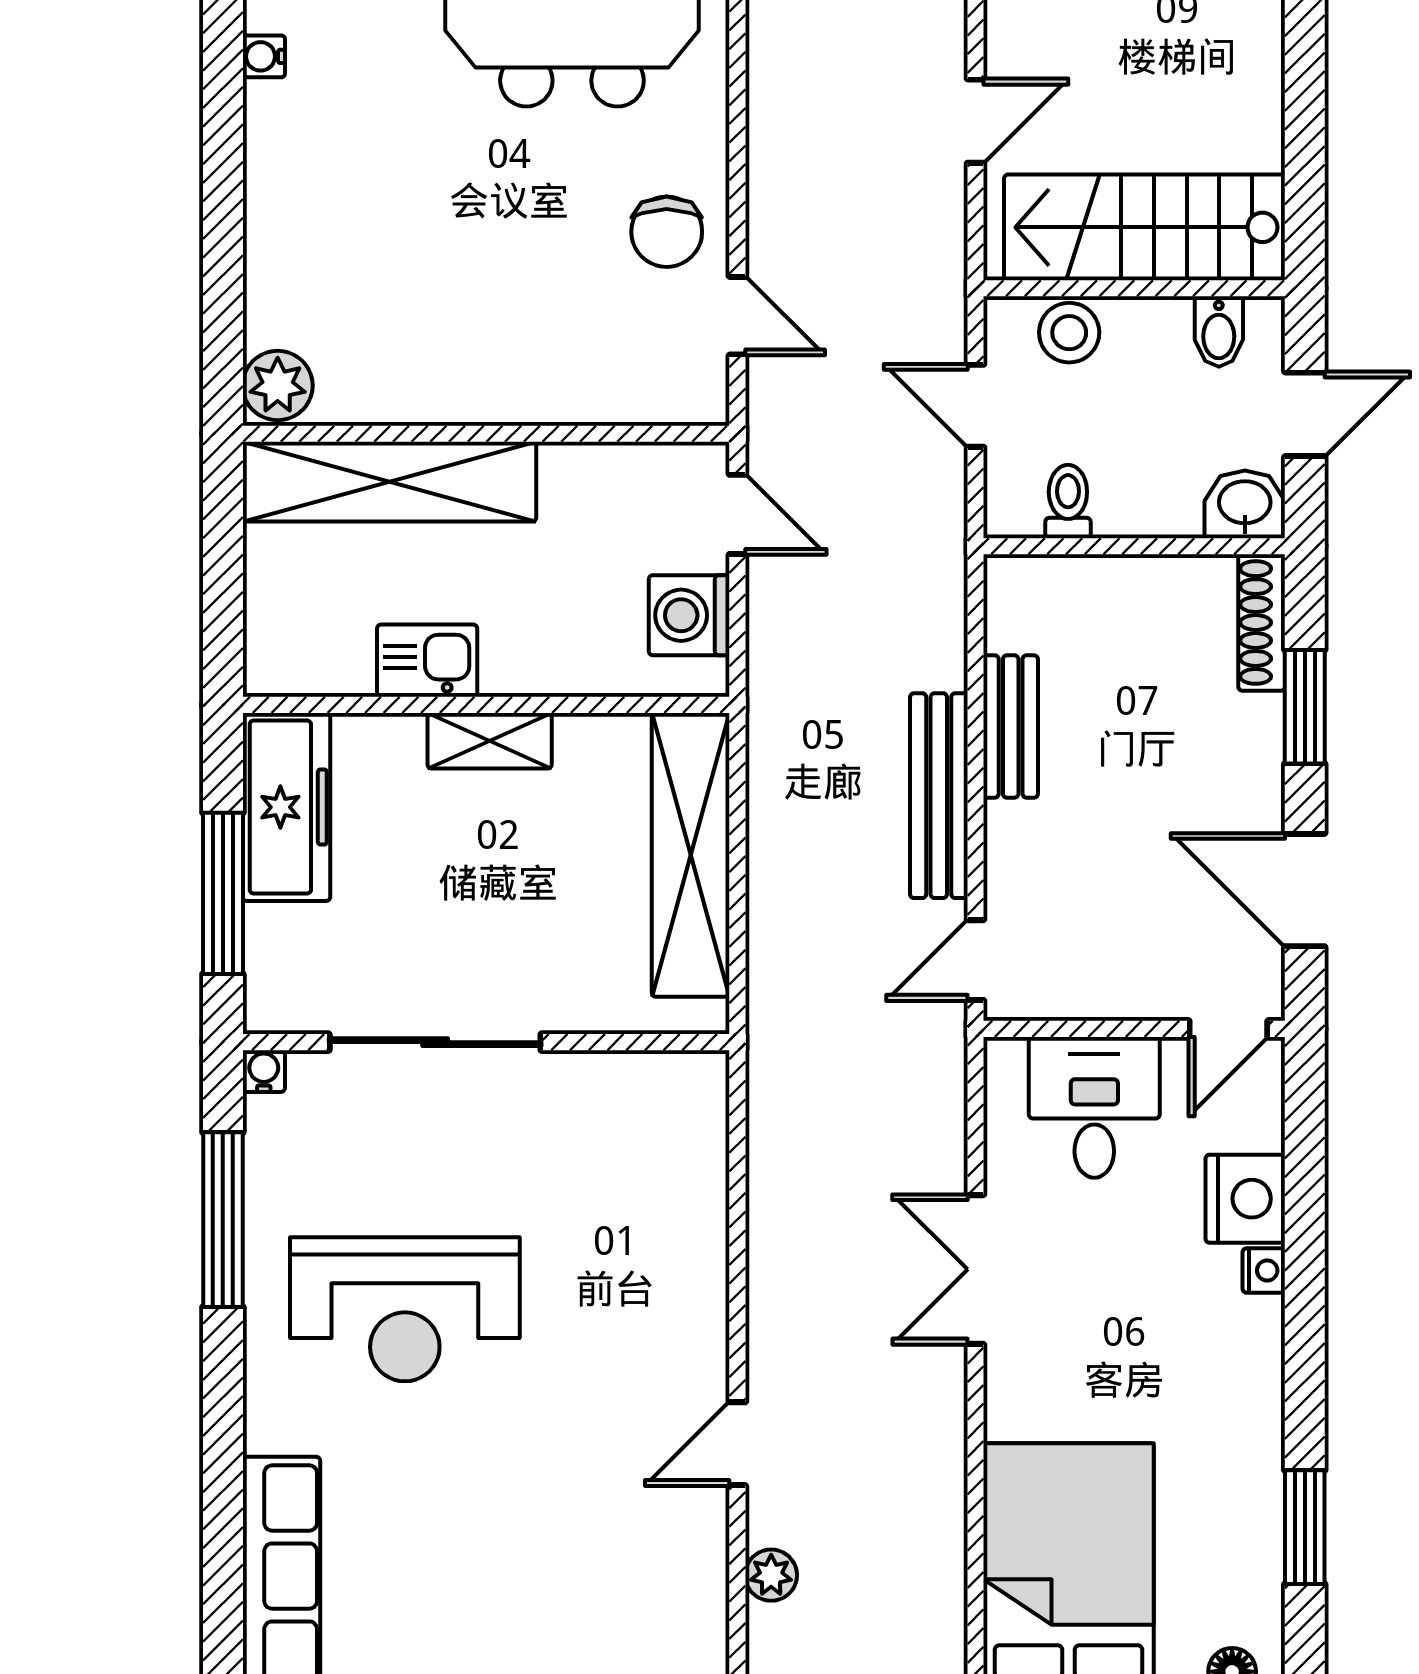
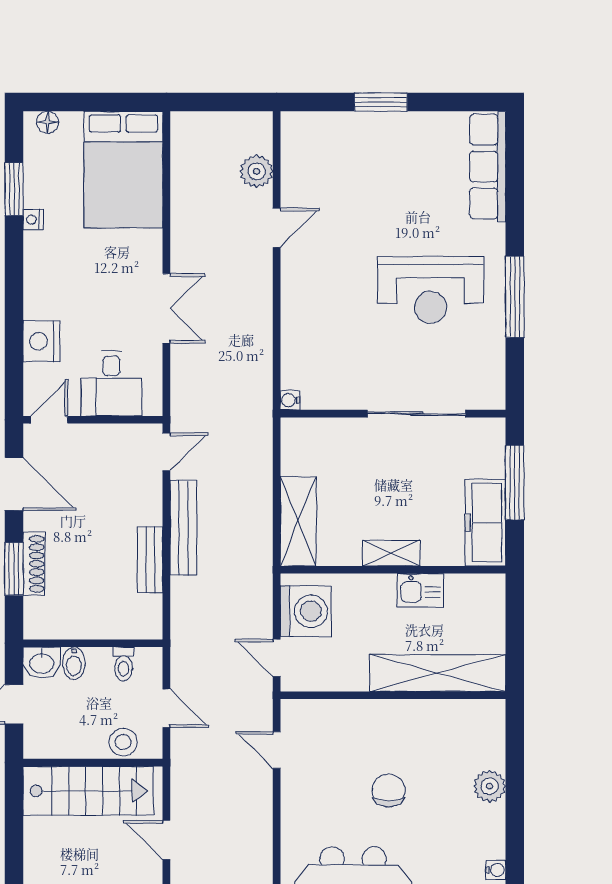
door: (975, 121) -> (166, 840), hinge flipped
chair: (667, 232) -> (389, 790), moved
bidet: (1219, 332) -> (74, 663), moved, turned 180
plant: (278, 386) -> (489, 786), moved
washing machine: (689, 615) -> (306, 611), width x1.37, depth x1.37
shoe rack: (1262, 623) -> (34, 564), moved
shelving: (691, 855) -> (298, 521), width x0.68
water cooler: (264, 1071) -> (290, 400), moved, turned 90
window: (223, 1220) -> (515, 297), moved
nightstand: (1264, 1271) -> (33, 220), moved
reception desk: (405, 1309) -> (431, 290), turned 180
plant: (771, 1575) -> (257, 171), width x1.38, depth x1.38

